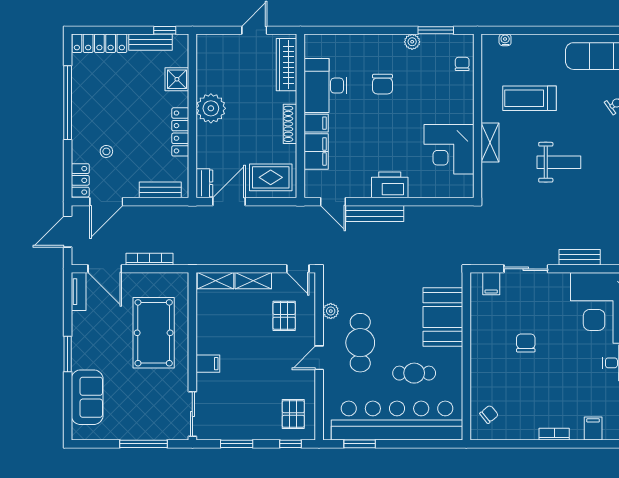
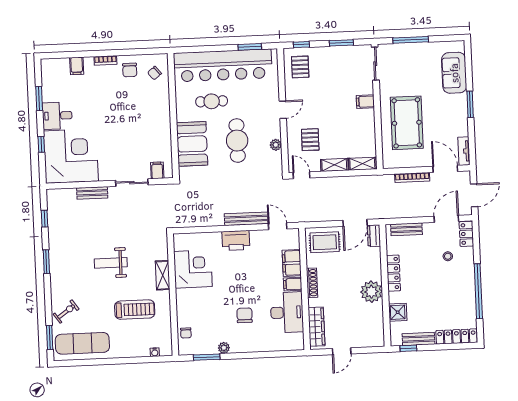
cafe table: (360, 343) -> (237, 141), moved
chair: (526, 343) -> (130, 70), moved

